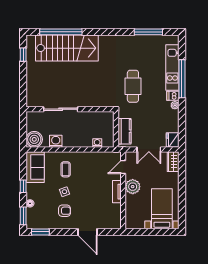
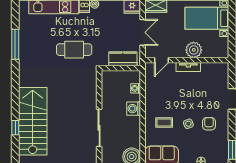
window: (61, 32) -> (15, 128), width x0.32
window: (148, 32) -> (15, 44), moved
washing machine: (56, 141) -> (134, 109), moved
door: (123, 167) -> (162, 60), hinge flipped
plant: (133, 187) -> (194, 50), moved

